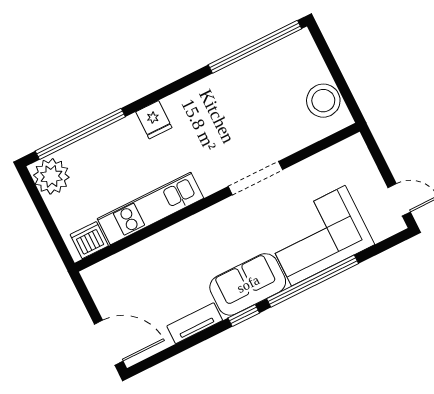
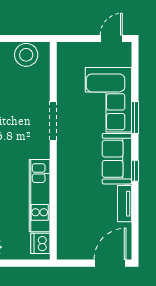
window: (313, 281) -> (135, 117), width x0.47

